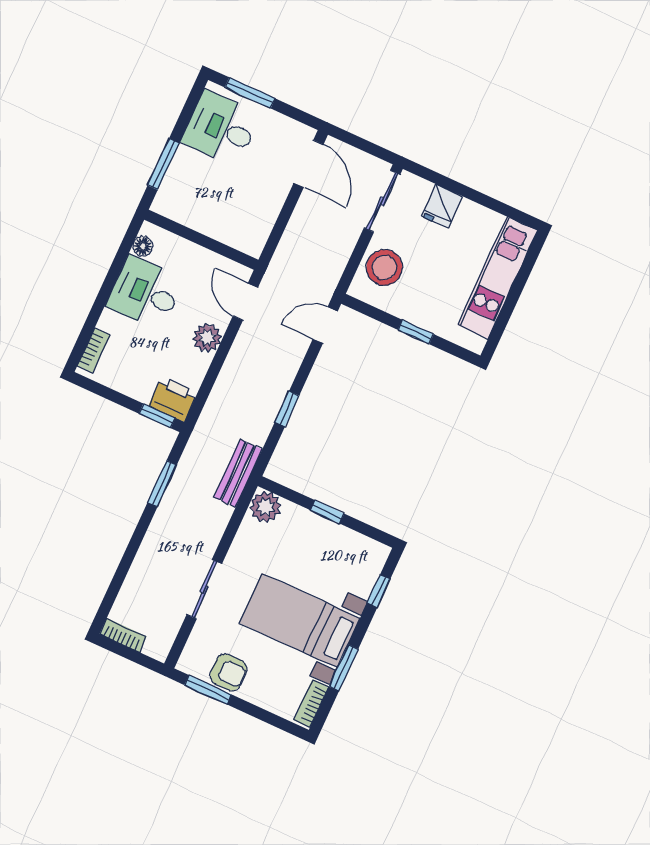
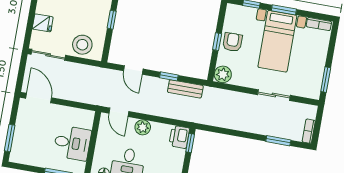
desk: (221, 128) -> (72, 143), moved, turned -90
door: (309, 164) -> (39, 98), hinge flipped
door: (245, 302) -> (119, 112), hinge flipped
door: (325, 325) -> (133, 70), moved
bench: (238, 473) -> (185, 89), moved
window: (162, 484) -> (278, 141), moved
window: (344, 668) -> (284, 10), moved
armchair: (228, 672) -> (233, 42), moved

